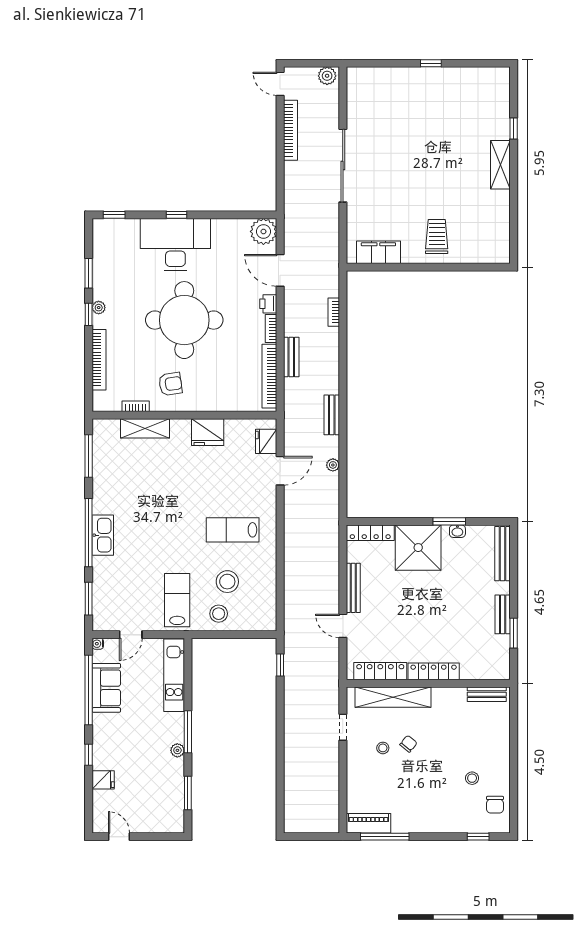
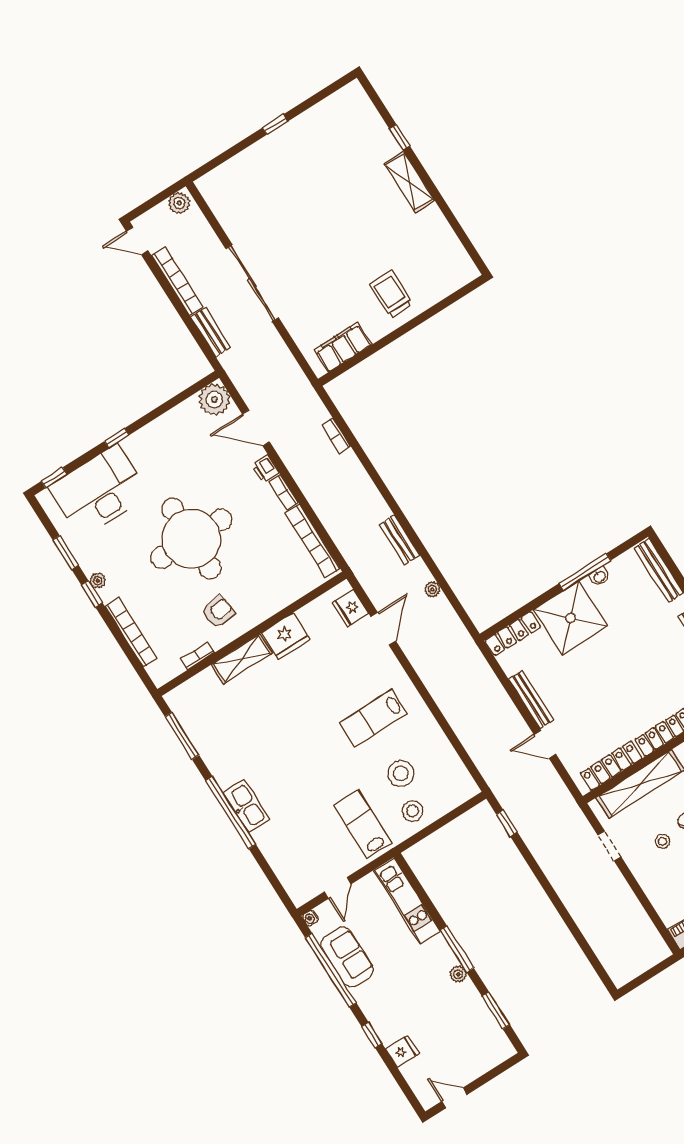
desk: (175, 245) -> (99, 491), moved
bench: (291, 357) -> (211, 332), moved
shelving: (145, 428) -> (242, 659), moved
window: (449, 521) -> (585, 572), width x1.44
window: (89, 599) -> (273, 879), removed

